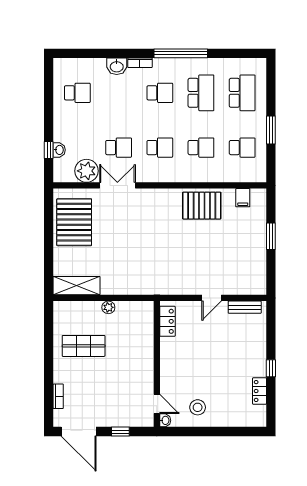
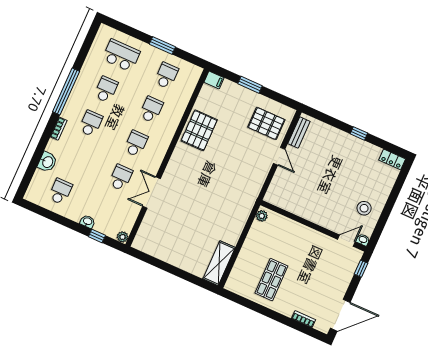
washbasin: (117, 66) -> (47, 162), moved
school desk: (201, 93) -> (106, 89), width x0.54
washbasin: (59, 150) -> (88, 222), moved
plant: (87, 171) -> (123, 237), moved, width x0.53, depth x0.53
filing cabinet: (243, 198) -> (214, 80), moved
pallet: (74, 222) -> (266, 123), moved, width x0.73, depth x0.71
plant: (108, 307) -> (262, 216), moved
locker: (167, 321) -> (282, 201), removed
locker: (260, 391) -> (392, 159), moved
window: (120, 432) -> (361, 269), moved

